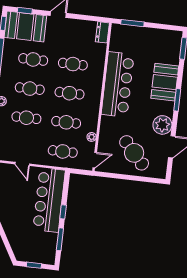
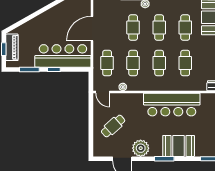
cafe table: (134, 153) -> (113, 126), width x0.73, depth x0.74
door: (22, 164) -> (92, 29), width x1.88
piano: (33, 256) -> (12, 47), added

